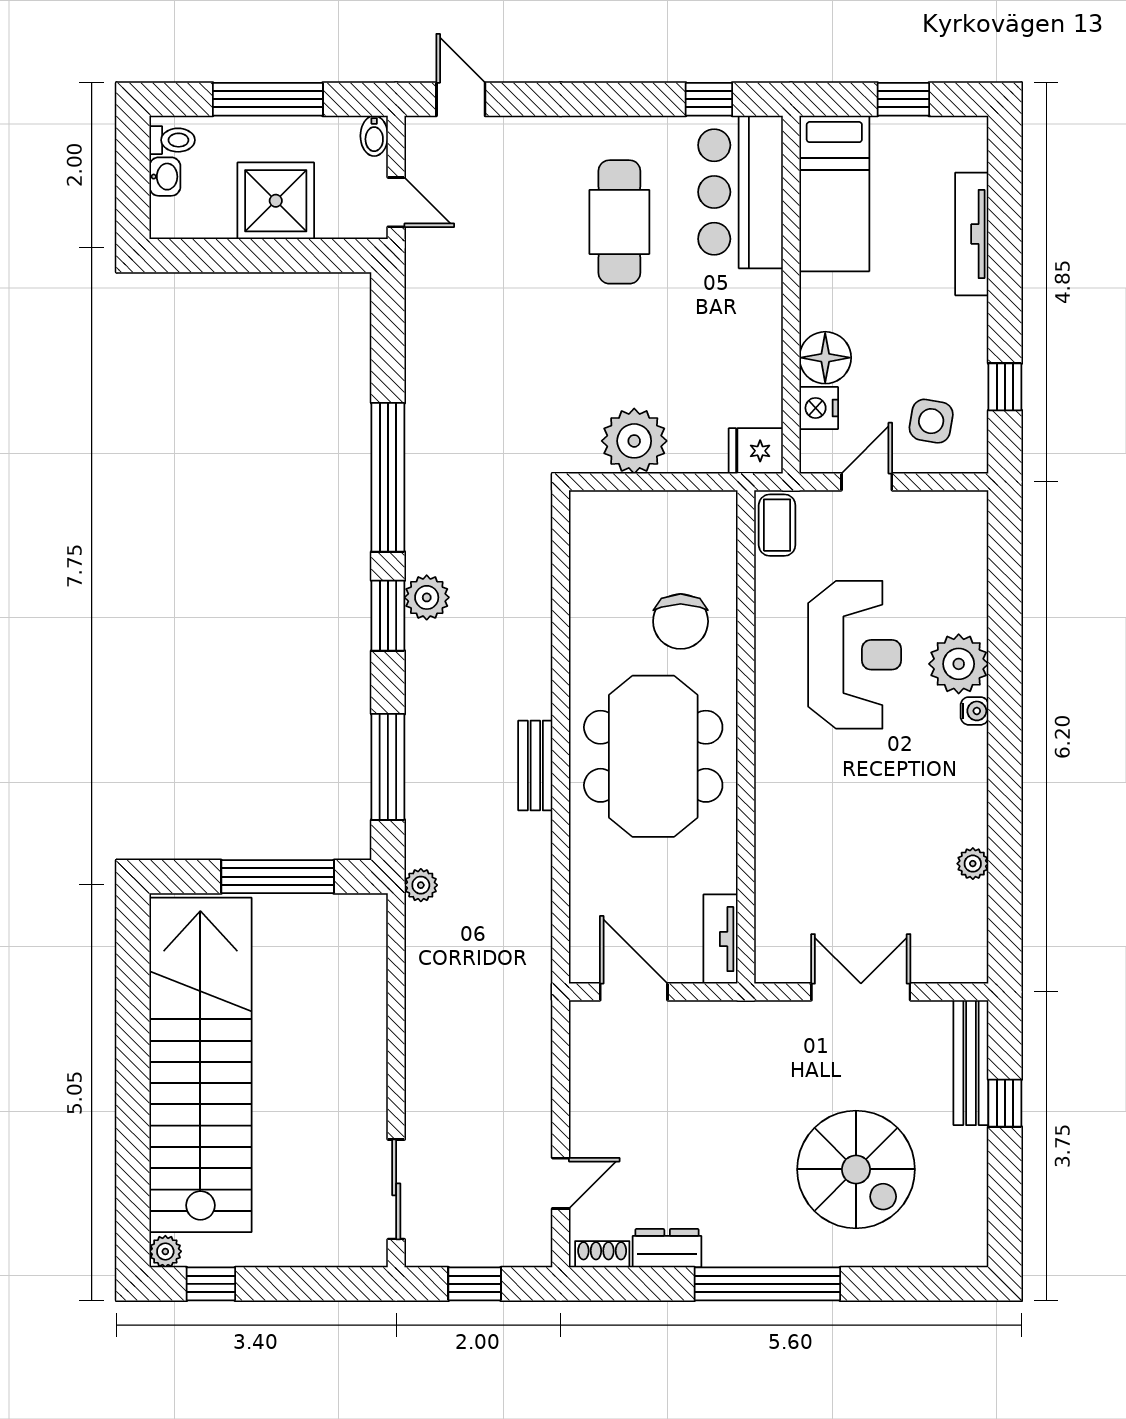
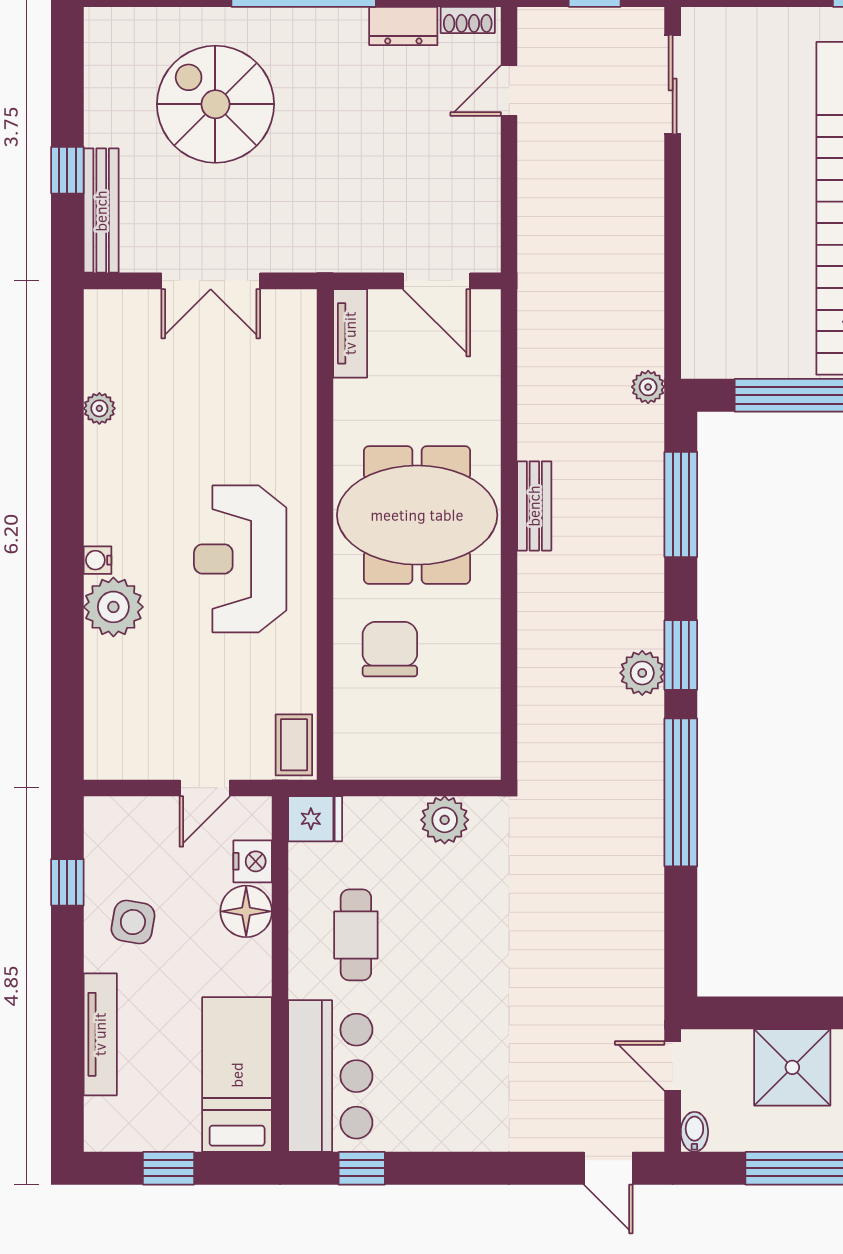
cafe table: (619, 222) -> (356, 935), moved, width x0.73, depth x0.74
side table: (931, 421) -> (133, 922), moved
plant: (634, 441) -> (445, 820), width x0.73, depth x0.73
reception desk: (855, 655) -> (240, 559), moved
meeting table: (653, 756) -> (417, 515), turned 90

